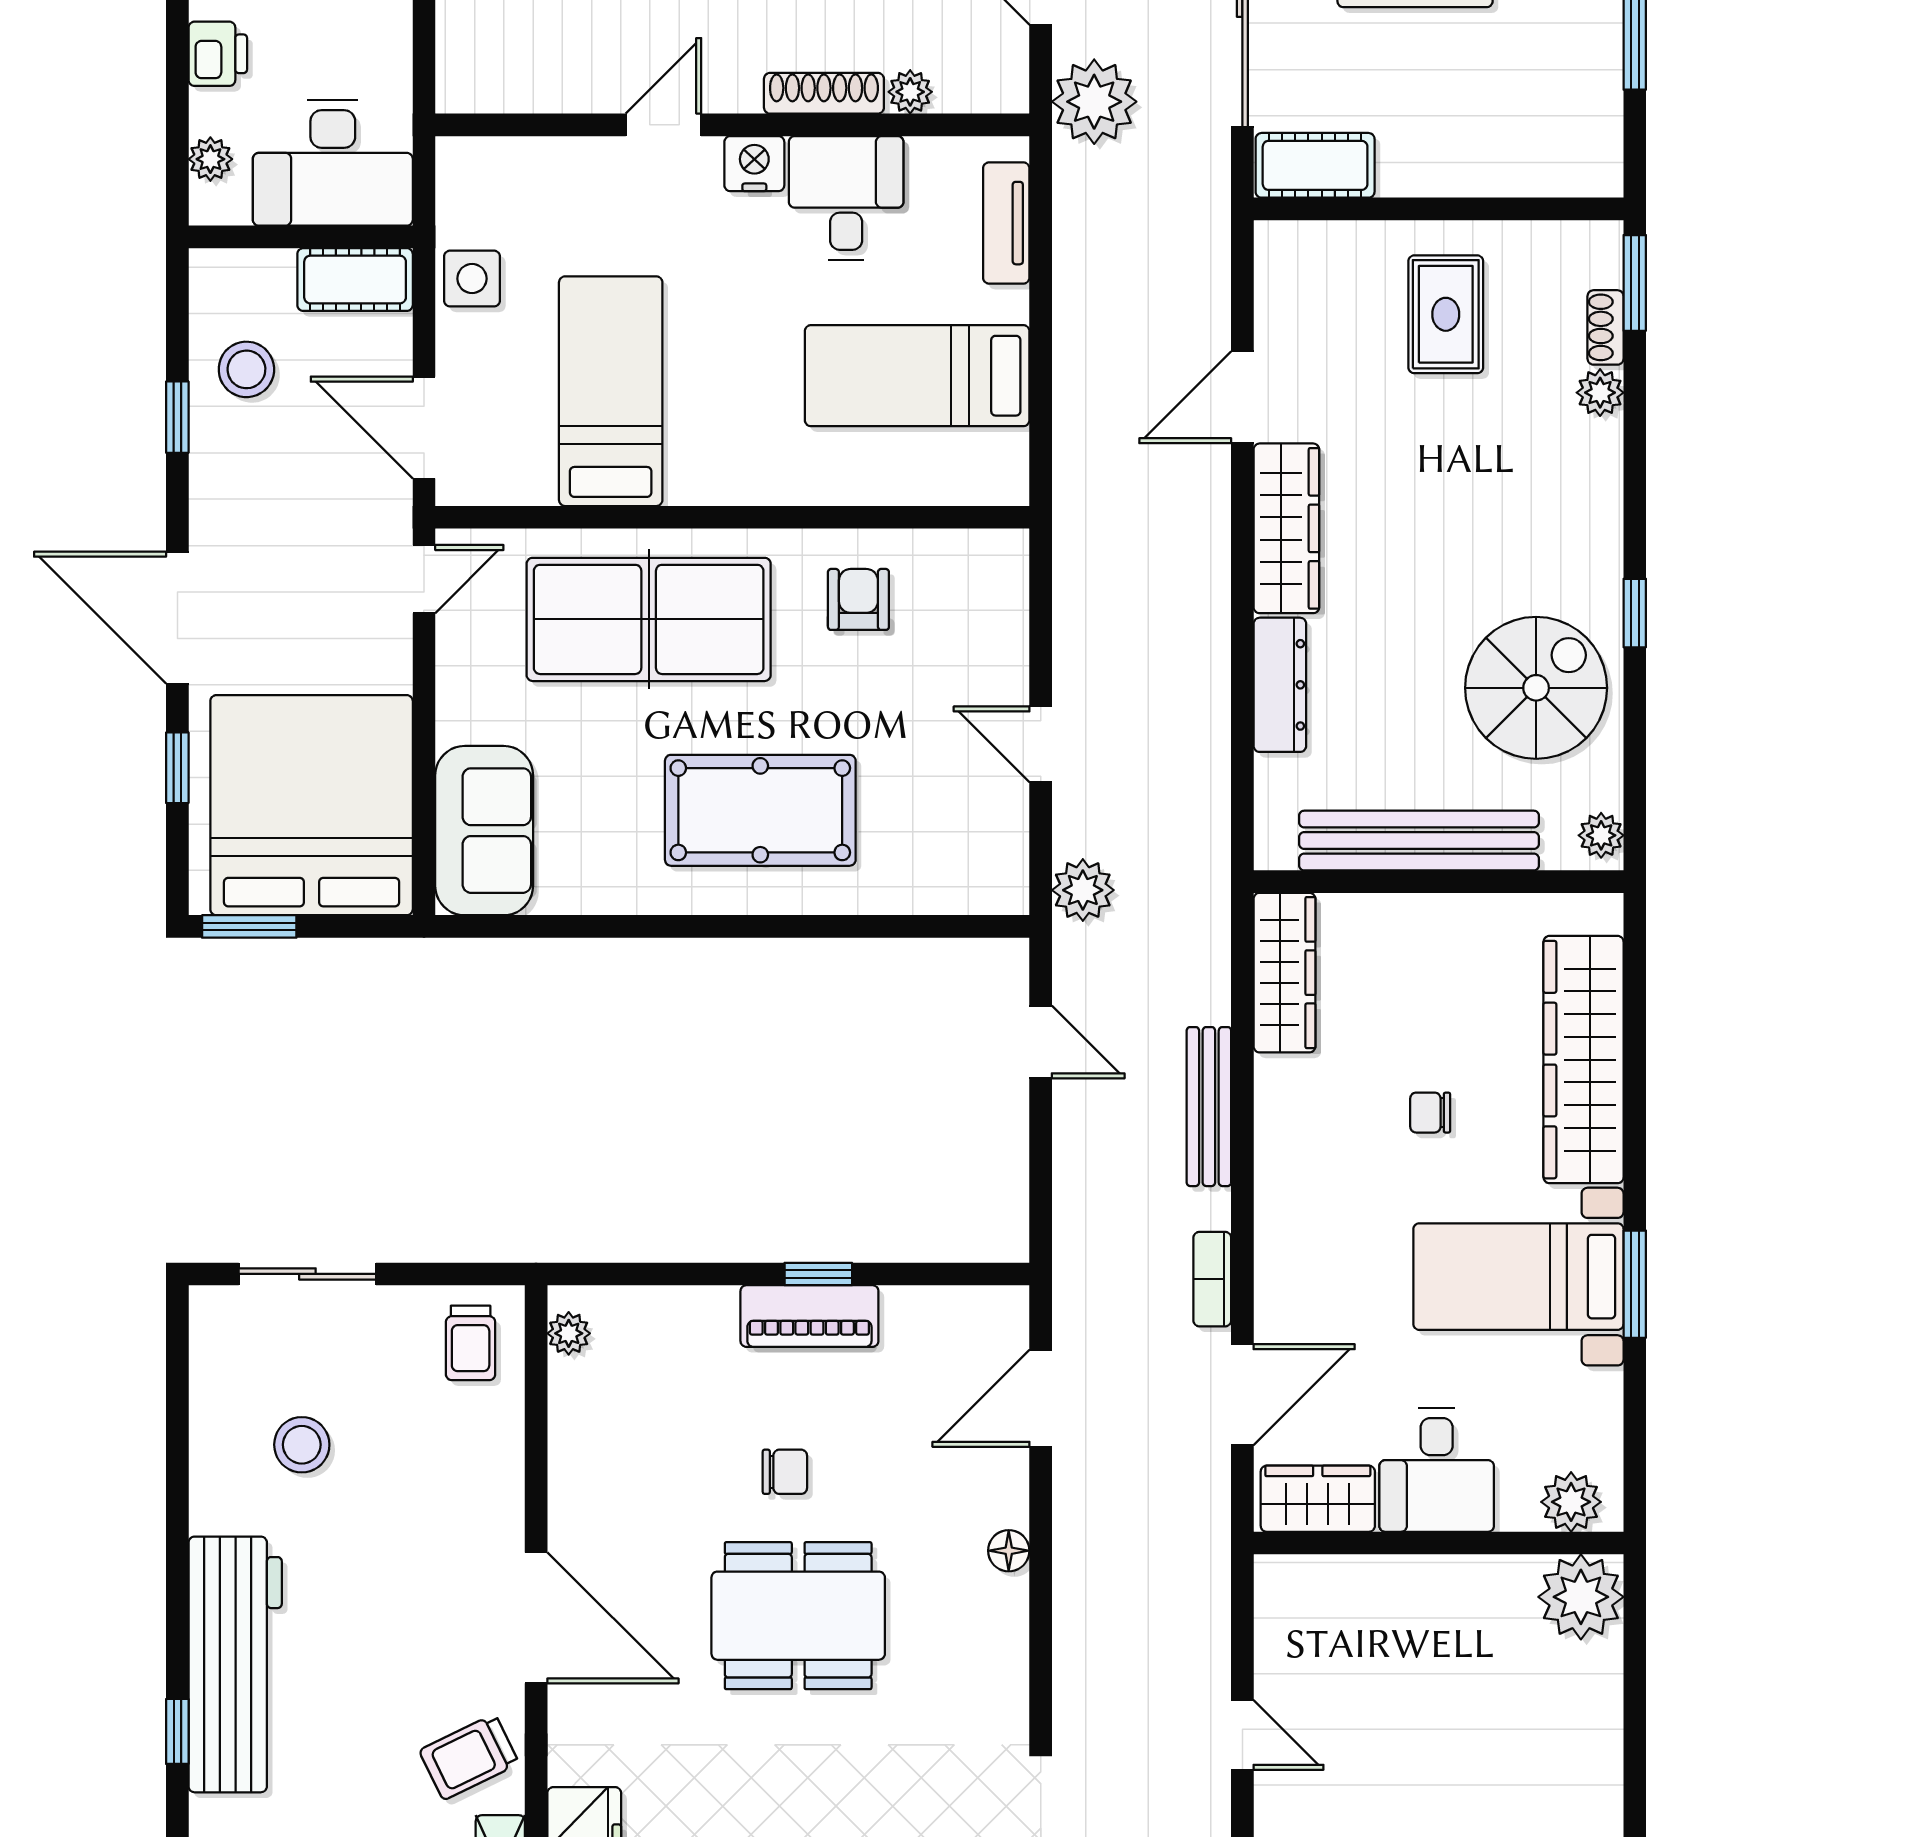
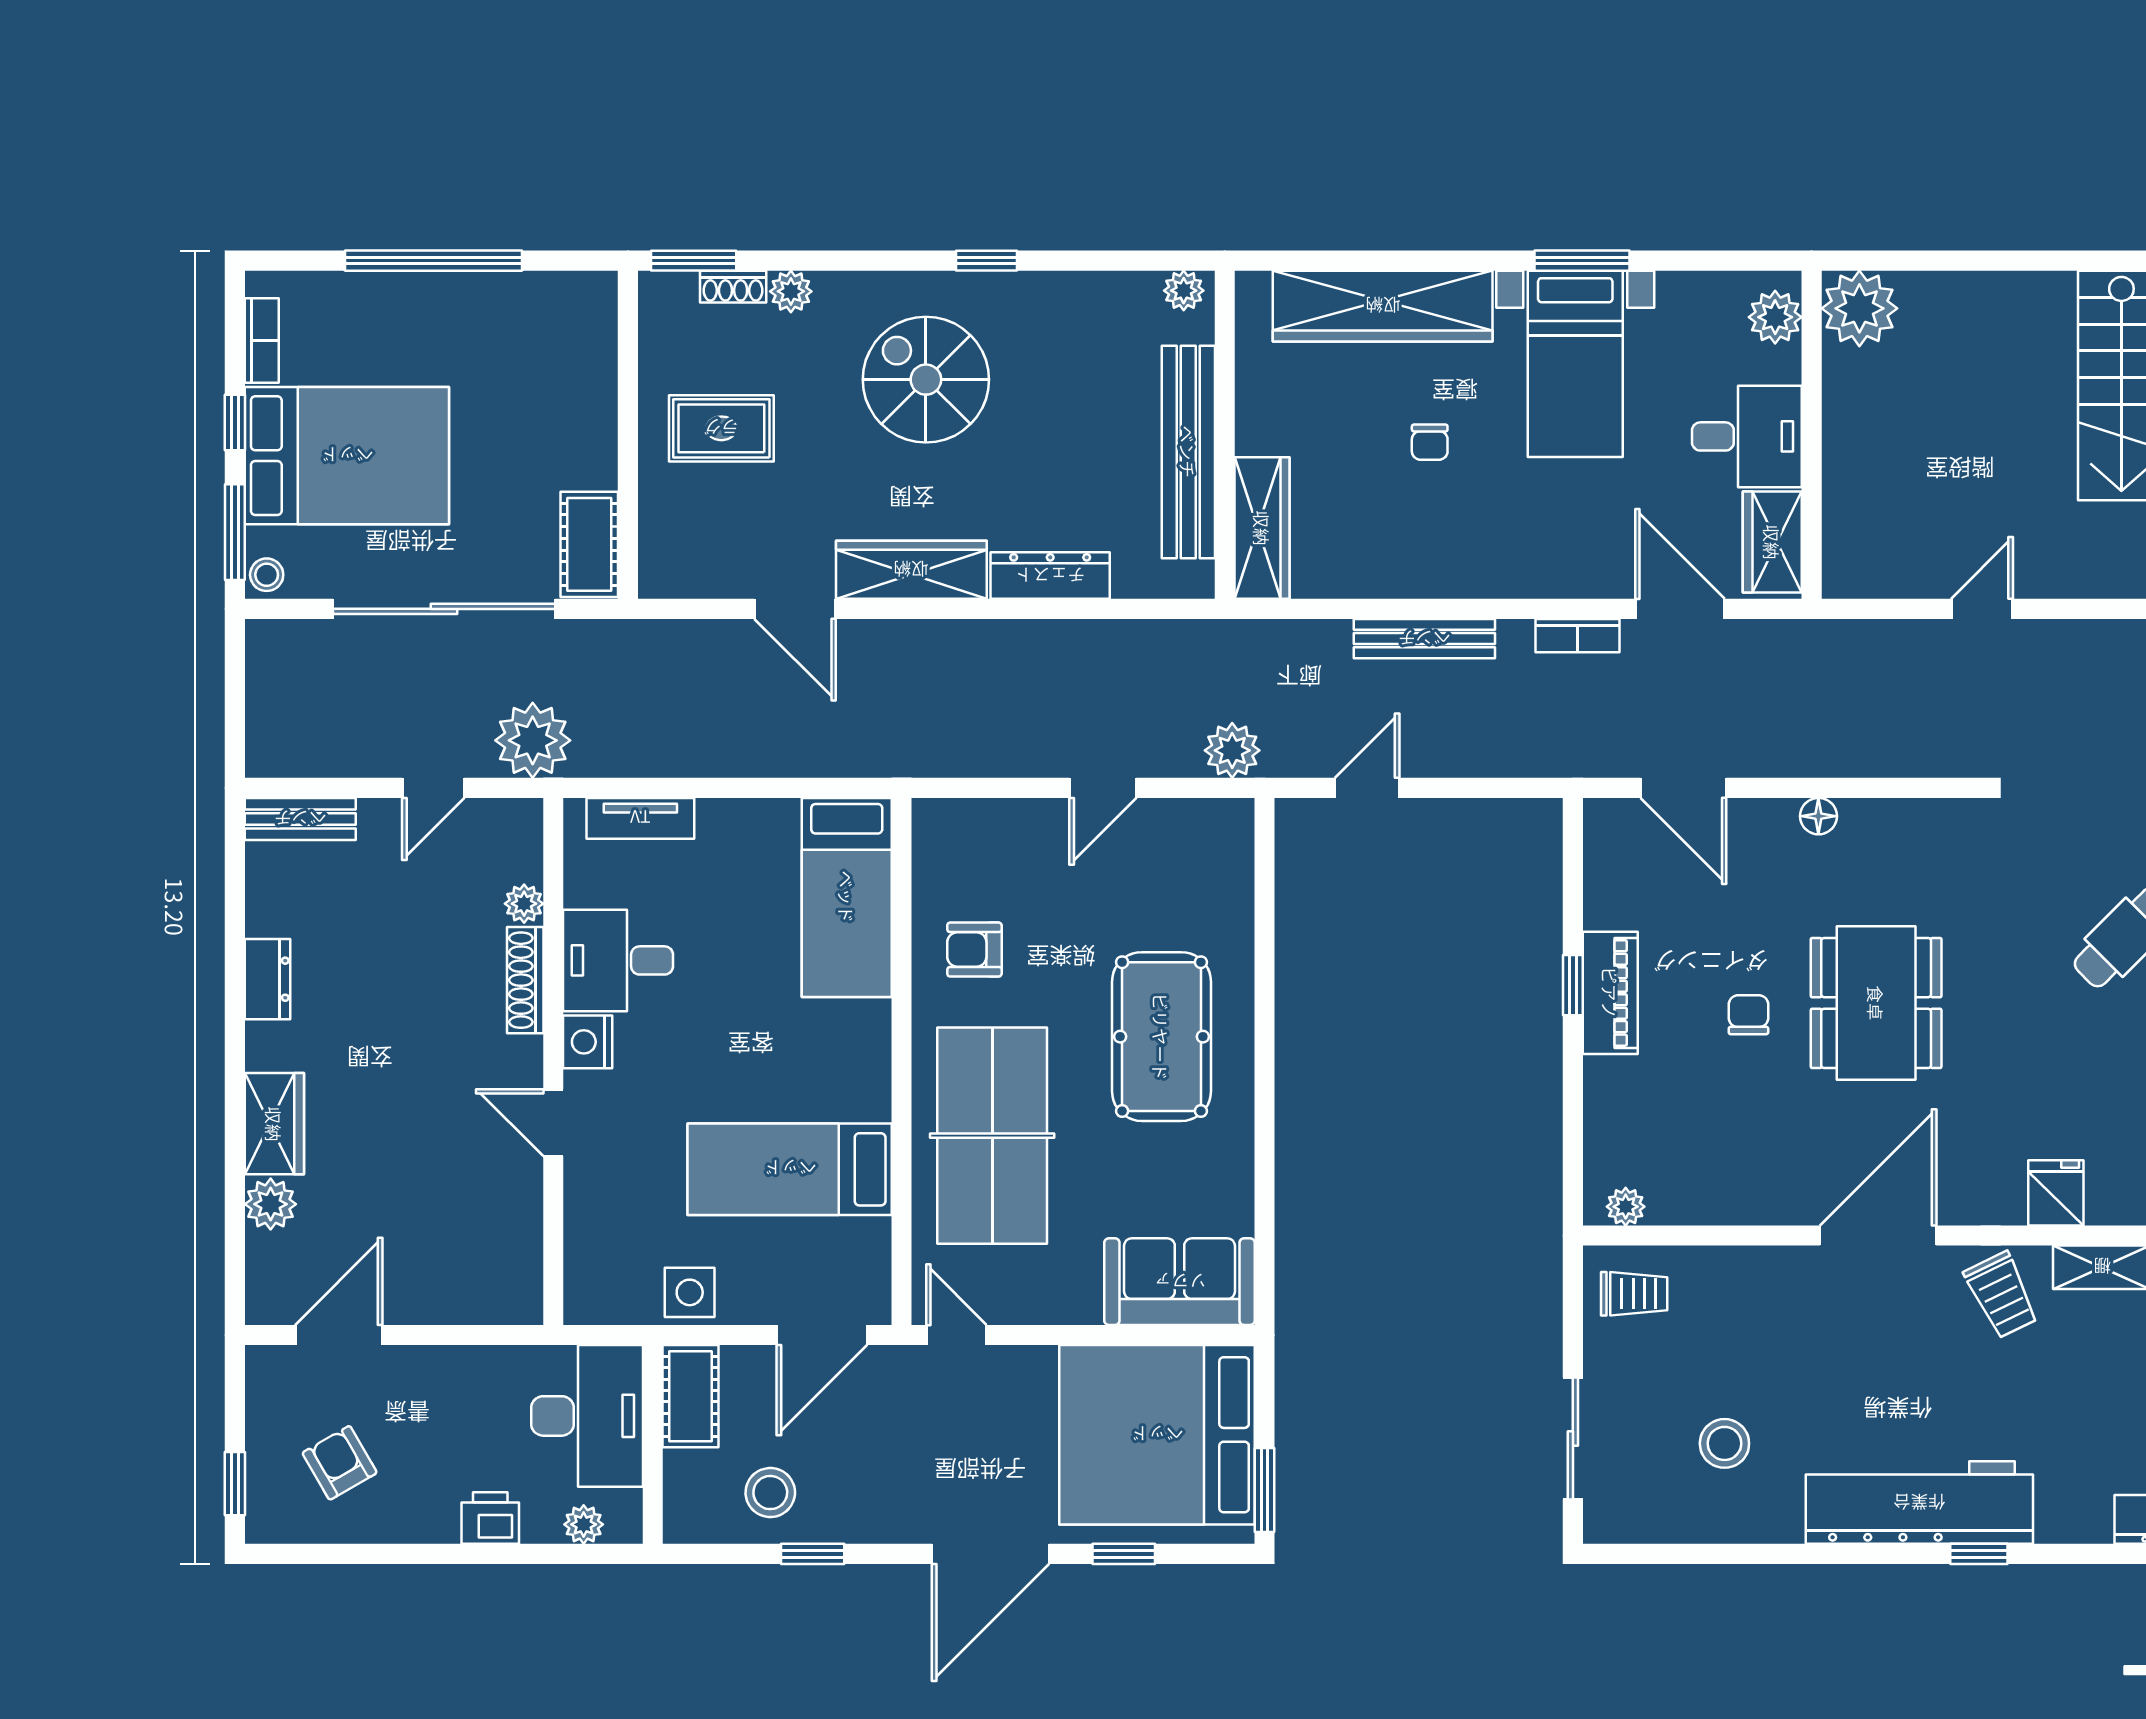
bed: (917, 376) -> (847, 897), moved
spiral stairs: (1536, 688) -> (926, 380), moved
wardrobe: (1284, 973) -> (1262, 528), moved, turned 90

